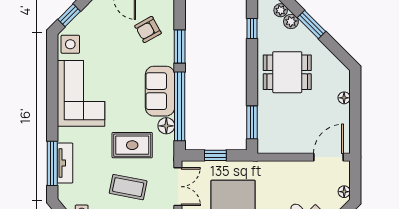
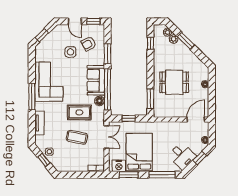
side table: (70, 44) -> (71, 52), moved
dining table: (287, 72) -> (174, 82), moved
window: (52, 163) -> (32, 97), moved

